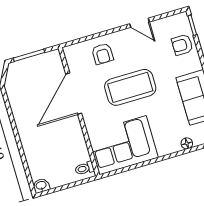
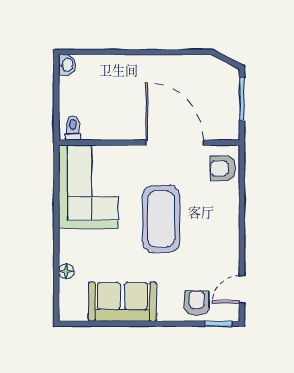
door: (139, 23) -> (242, 289), moved
armchair: (103, 54) -> (223, 168), moved

